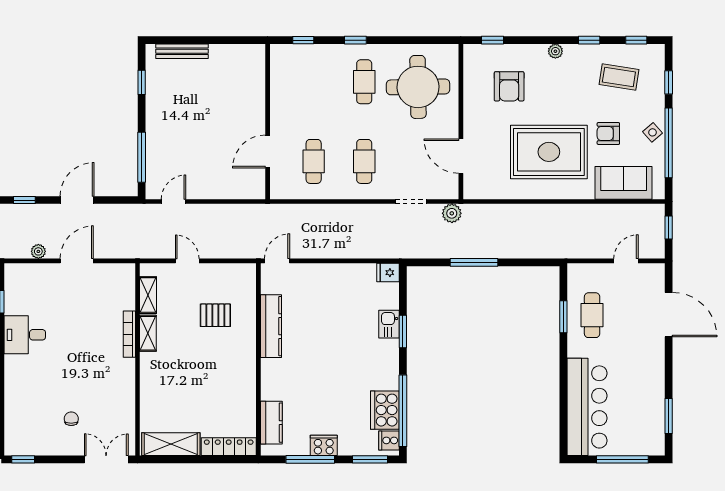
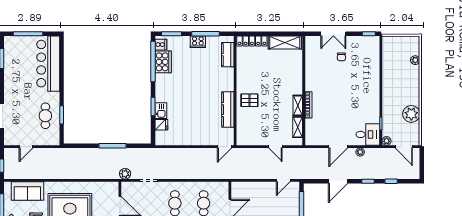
fridge: (388, 273) -> (161, 125), moved
pallet: (215, 315) -> (249, 100), moved
desk: (25, 335) -> (368, 134), moved
double door: (106, 459) -> (333, 34), moved

